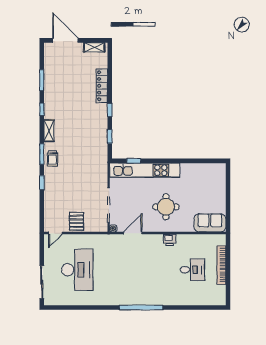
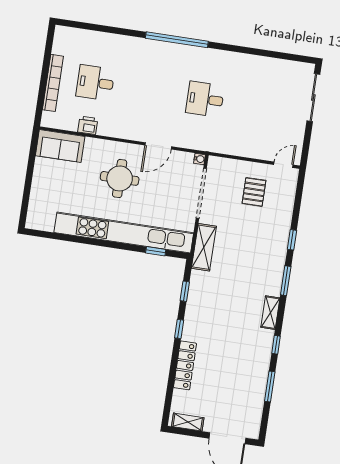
trolley: (52, 159) -> (272, 272), removed
shelving: (101, 168) -> (204, 247), added
kitchen unit: (145, 170) -> (124, 233), width x1.36
pallet: (77, 221) -> (254, 192), moved
door: (133, 233) -> (158, 146), moved
printer: (170, 240) -> (88, 125), moved
desk: (77, 270) -> (205, 99), moved, width x0.53, depth x0.77

